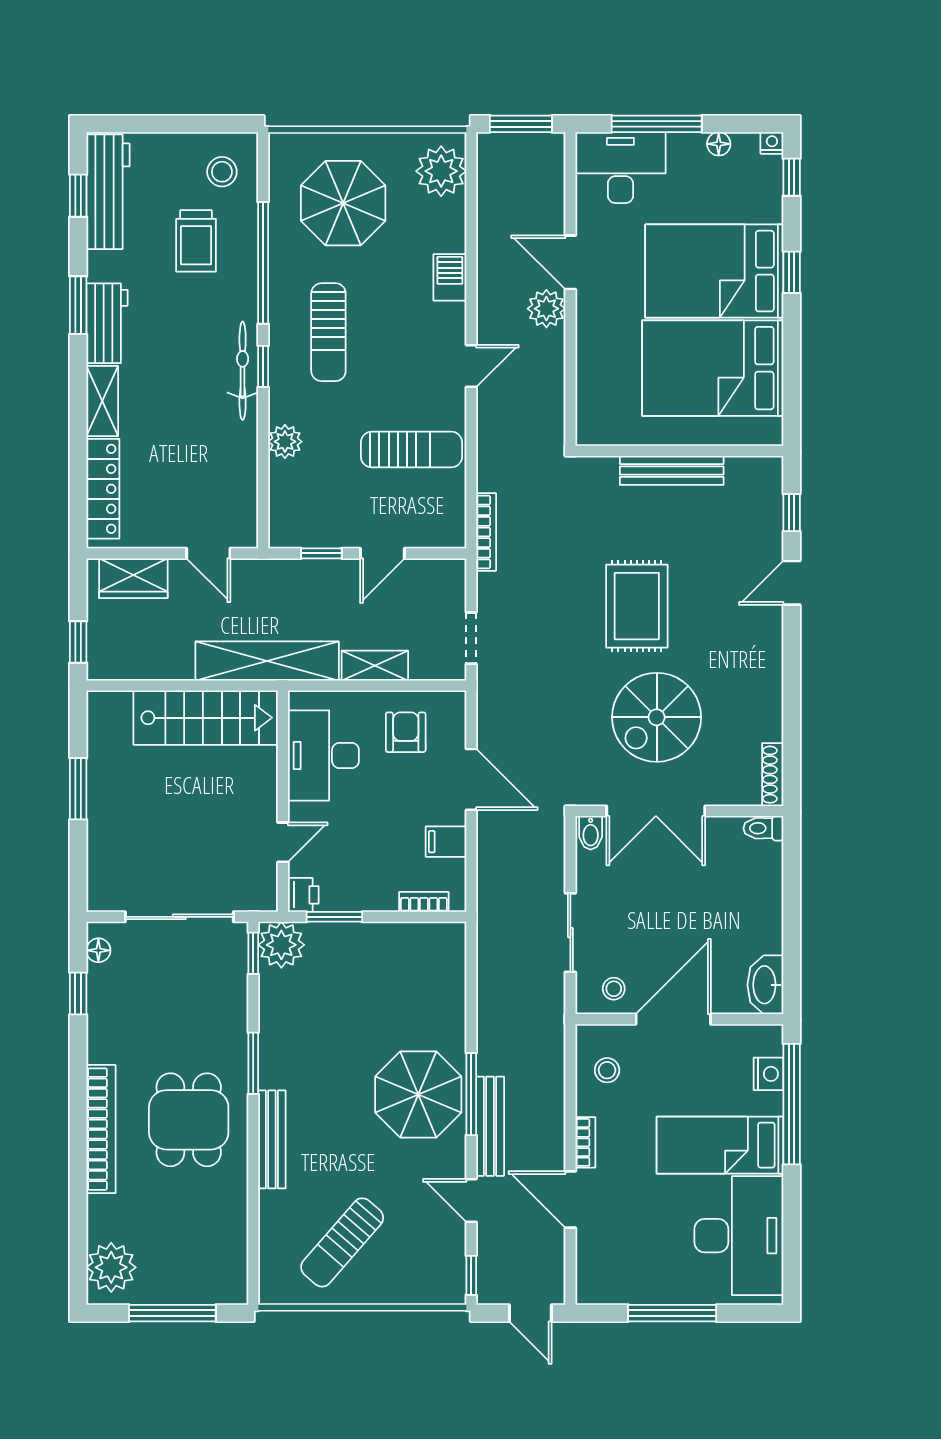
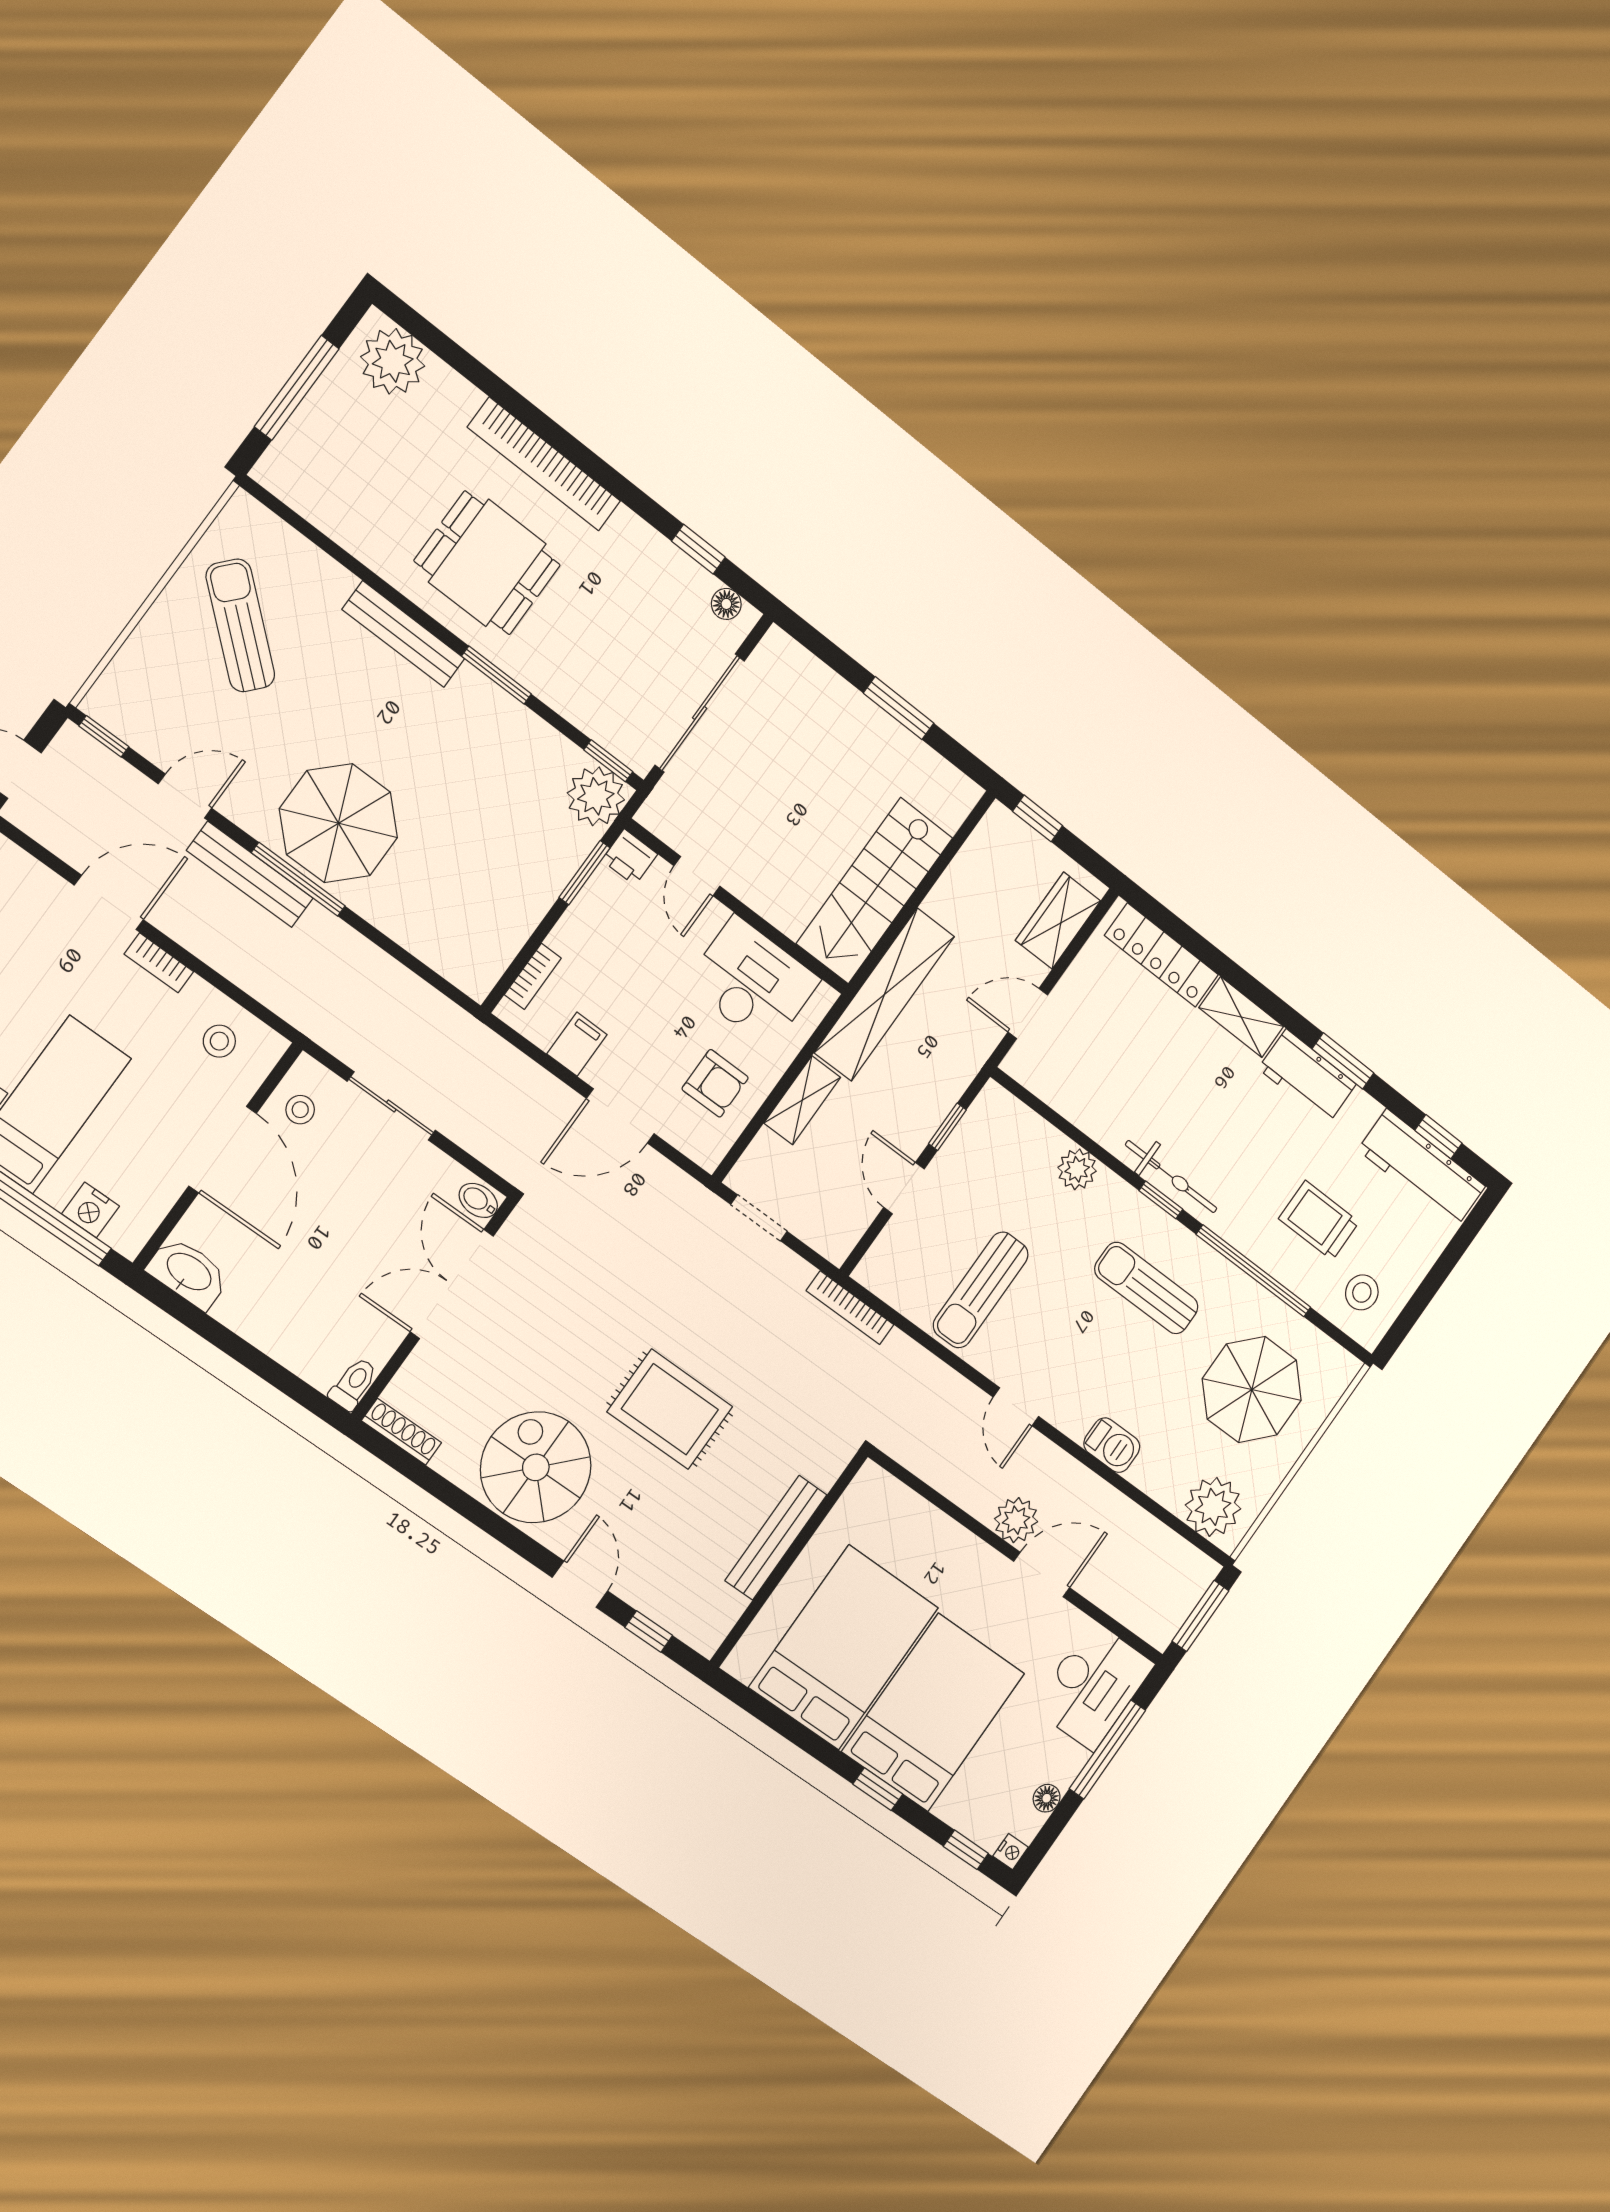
spiral stairs: (657, 717) -> (536, 1467), moved

